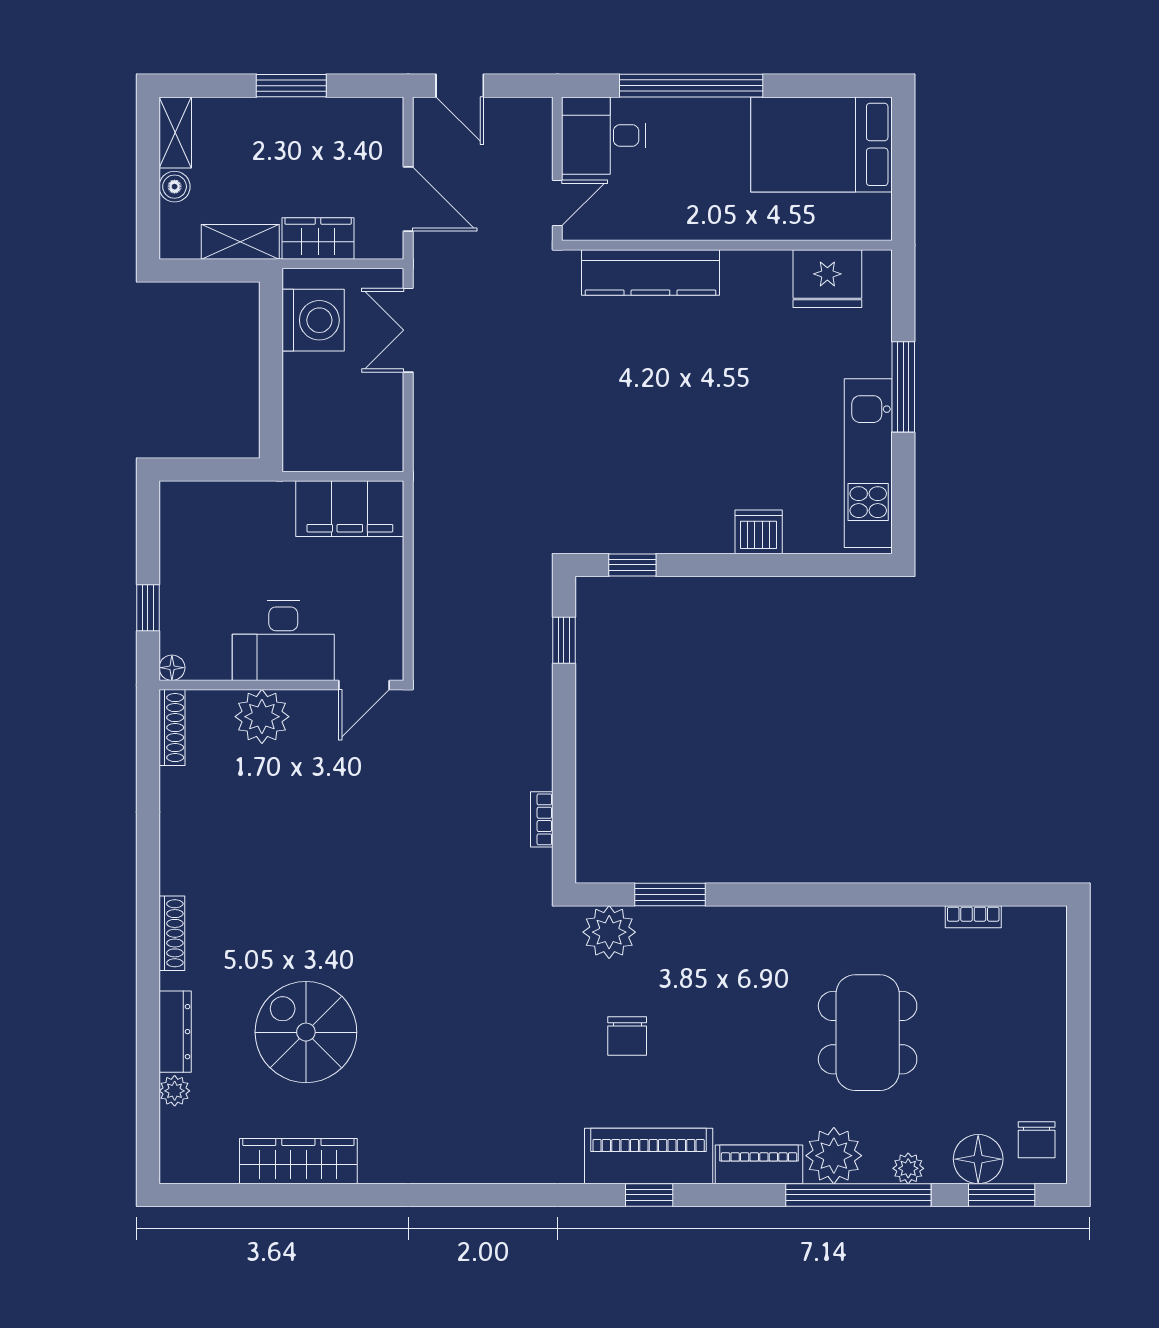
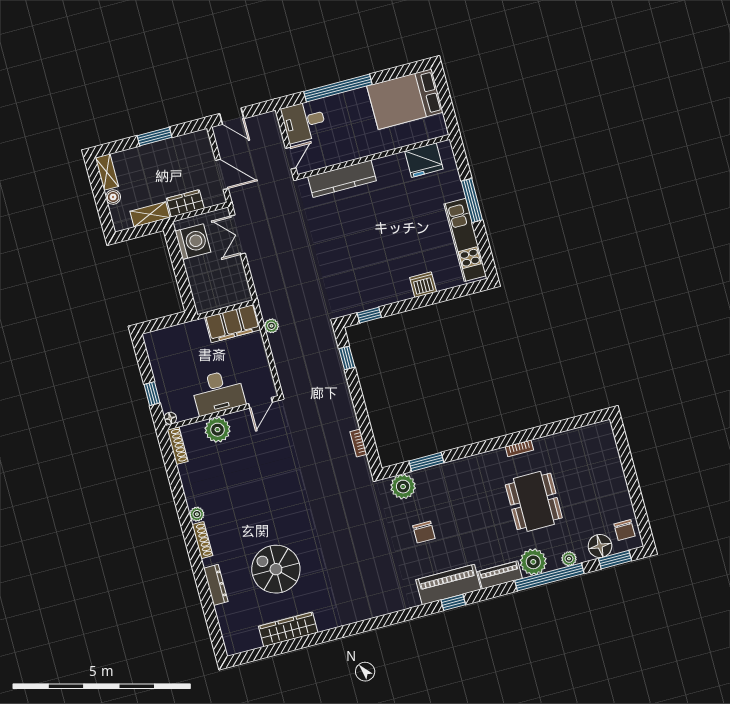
plant: (428, 534) -> (271, 326), added
bookcase: (973, 917) -> (519, 448), moved
plant: (175, 1091) -> (197, 514), moved

